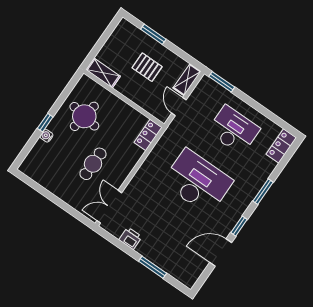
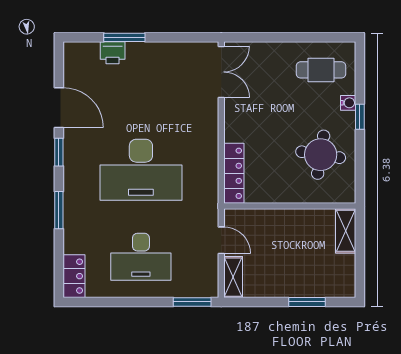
pallet: (147, 67) -> (288, 260), removed
shelving: (103, 73) -> (346, 231), moved, turned 90
locker: (148, 135) -> (234, 173), width x1.53
cafe table: (93, 164) -> (321, 70), moved, turned 90
printer: (130, 238) -> (113, 53), moved
door: (221, 253) -> (59, 108), hinge flipped

